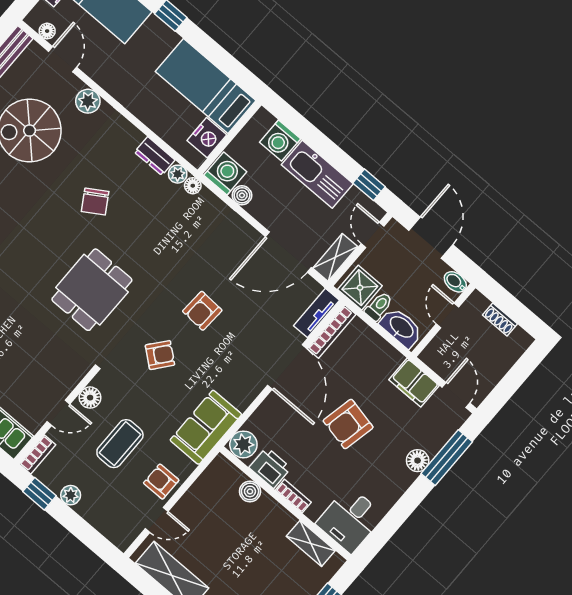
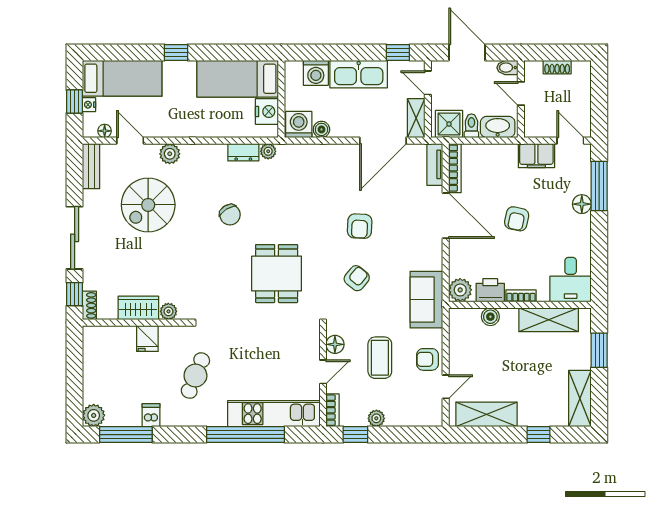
floor lamp: (193, 186) -> (284, 150), removed
armchair: (348, 424) -> (517, 219), width x0.72, depth x0.72
shelving: (311, 543) -> (549, 320), width x1.50, depth x1.33

